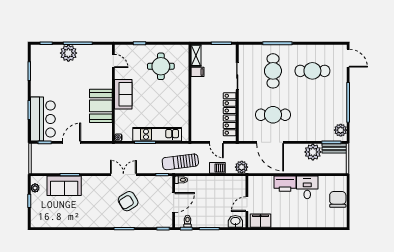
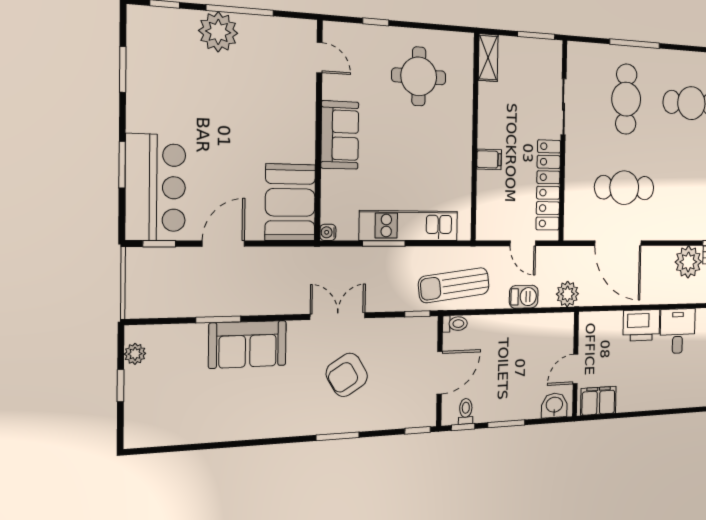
filing cabinet: (197, 72) -> (489, 159), moved
booth: (101, 106) -> (290, 202), moved
sofa: (64, 186) -> (248, 344), moved

